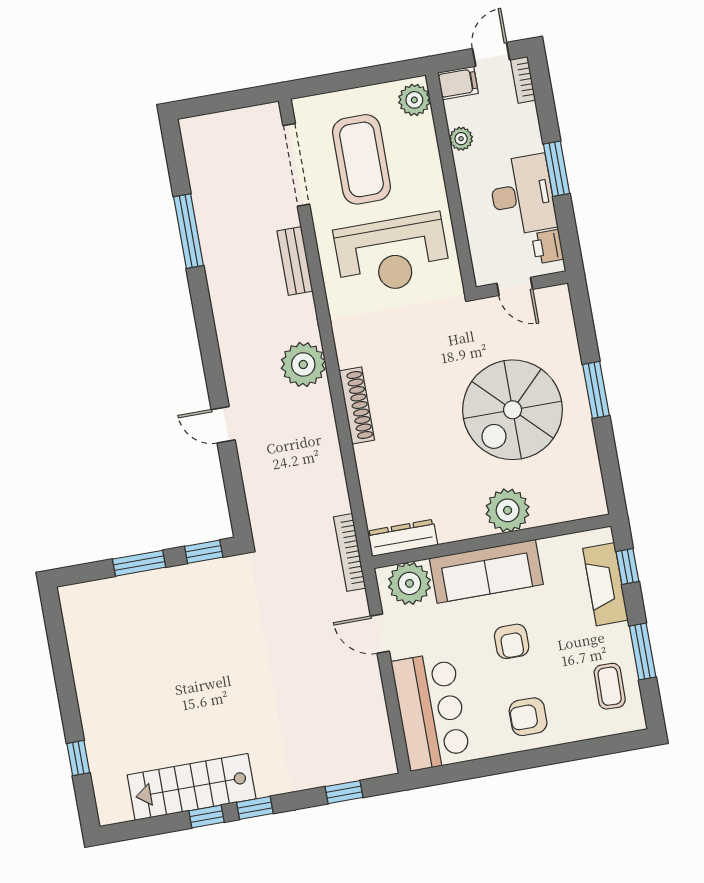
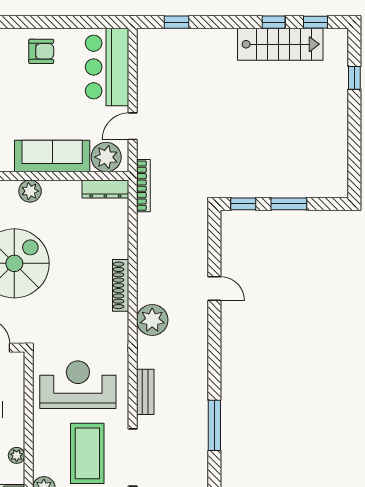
plant: (508, 510) -> (30, 191), width x0.73, depth x0.73
door: (380, 634) -> (133, 126), swing flipped
armchair: (512, 641) -> (43, 105), removed
window: (255, 808) -> (316, 22), moved

